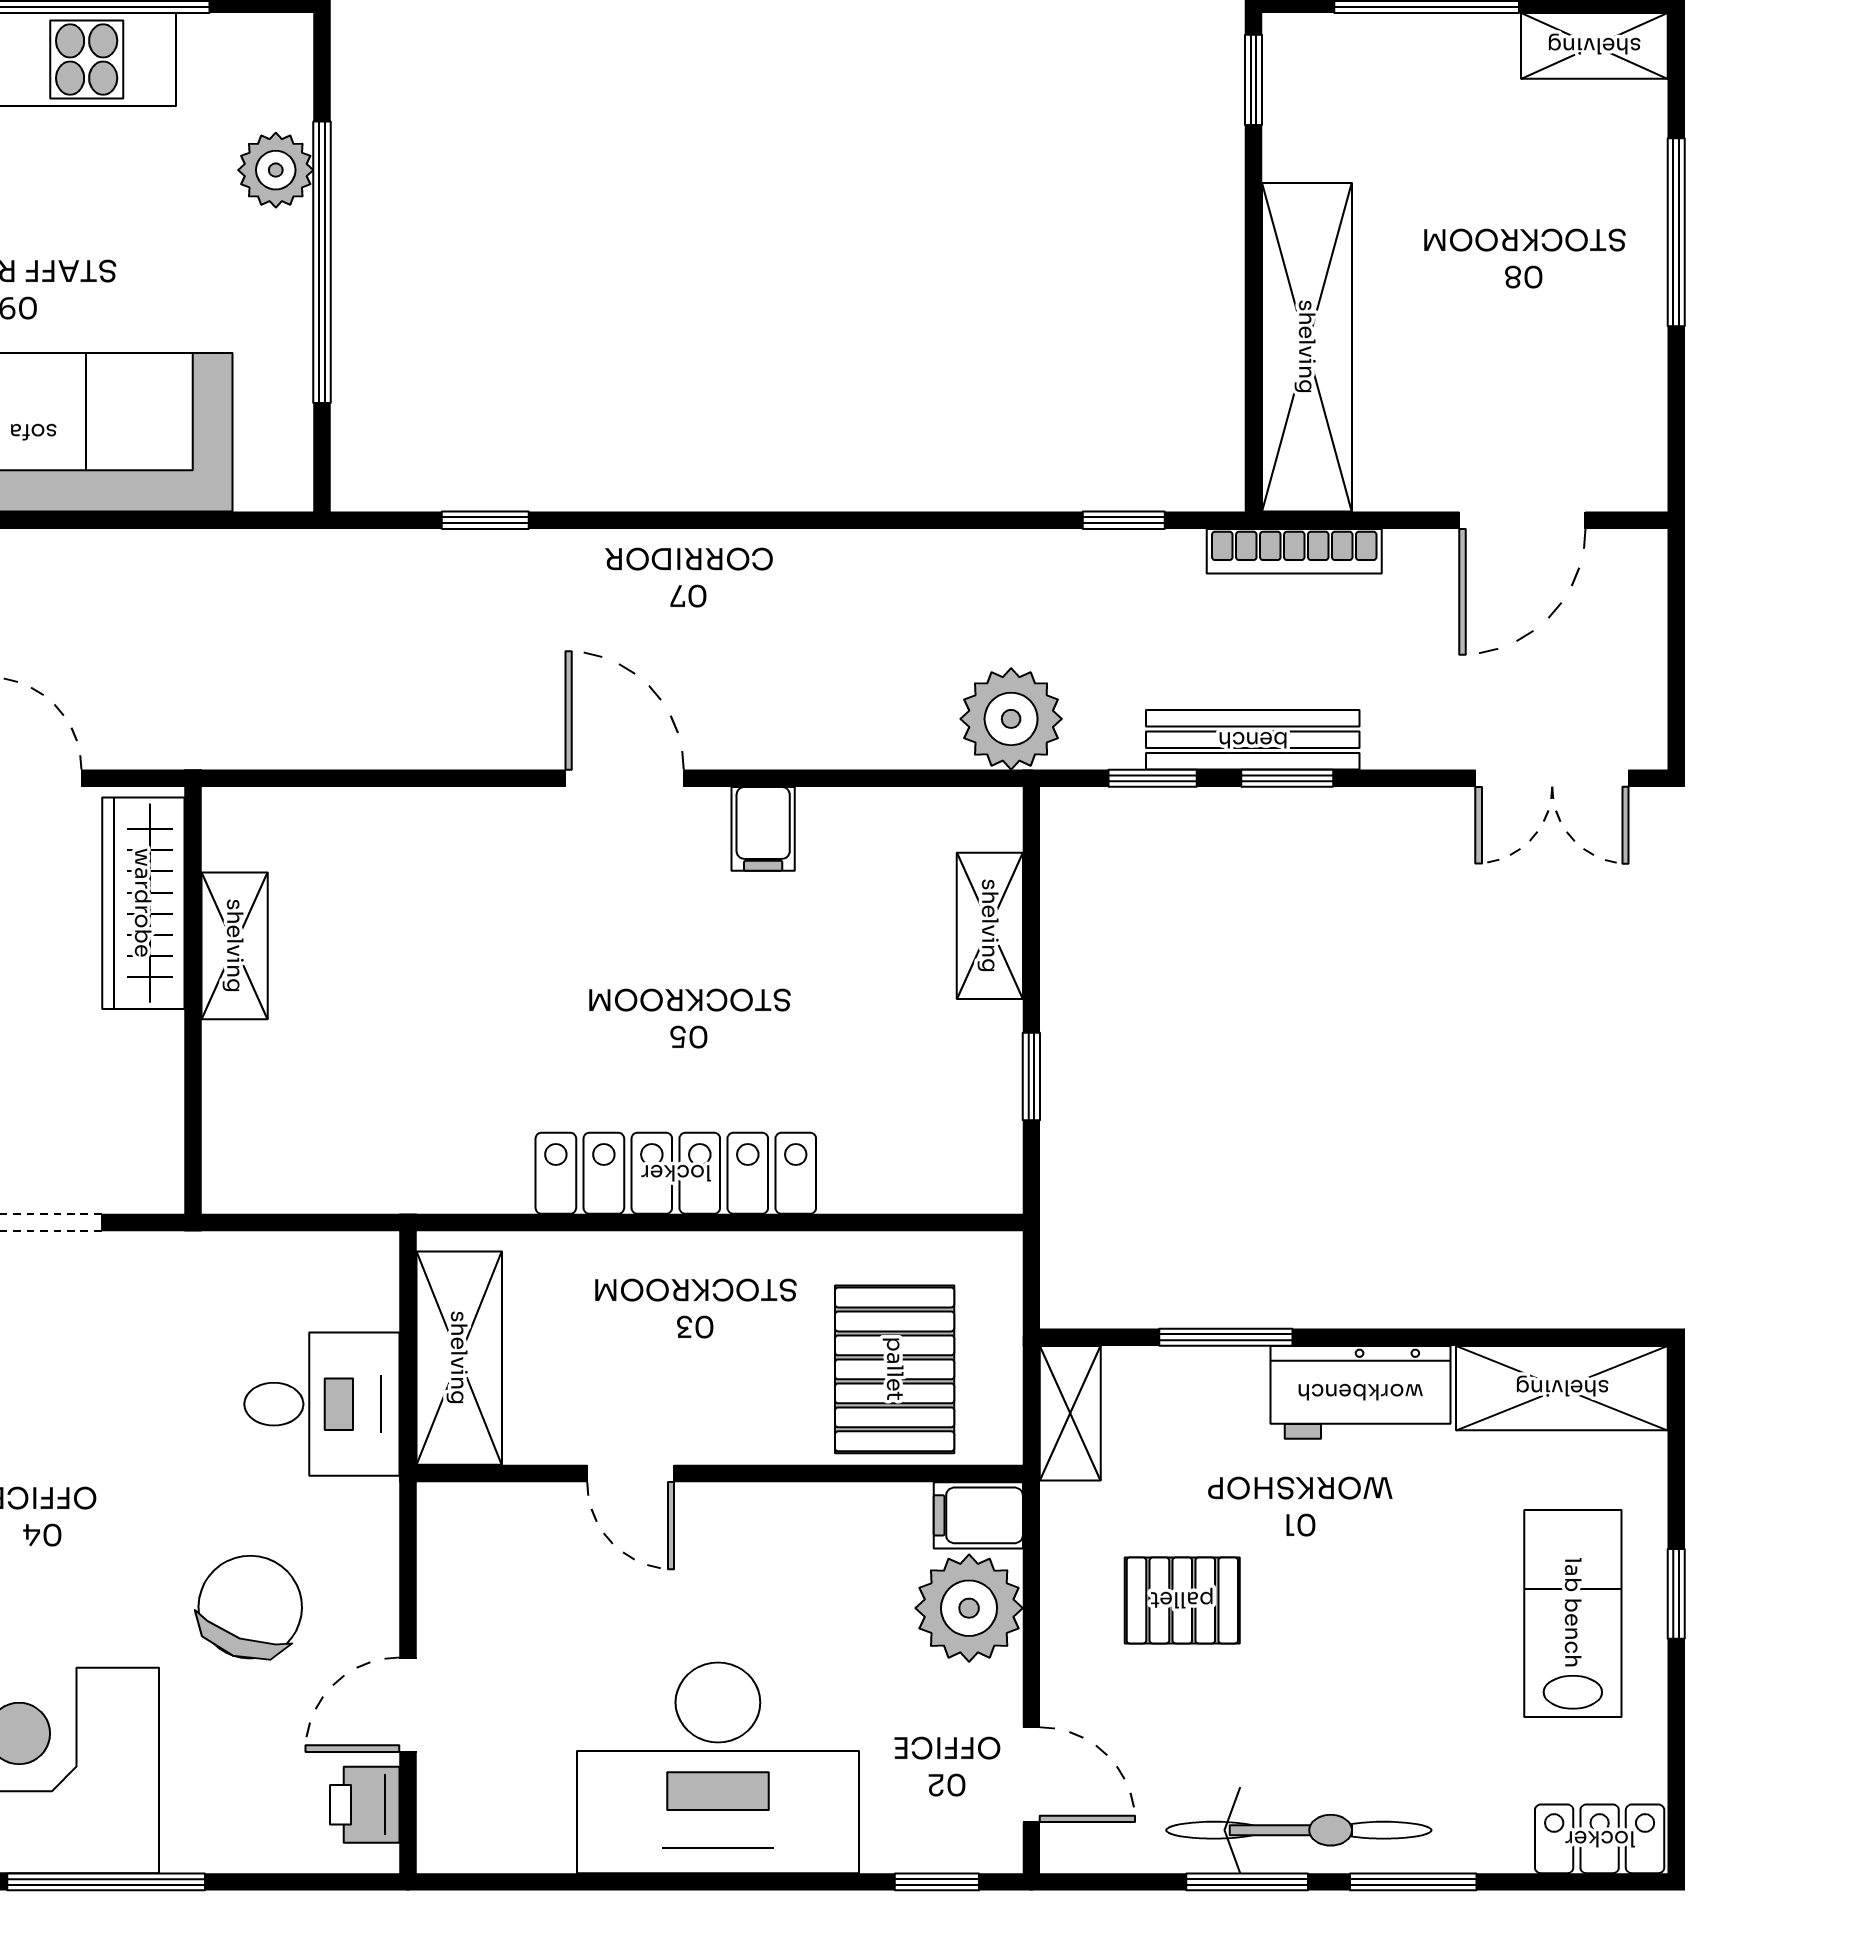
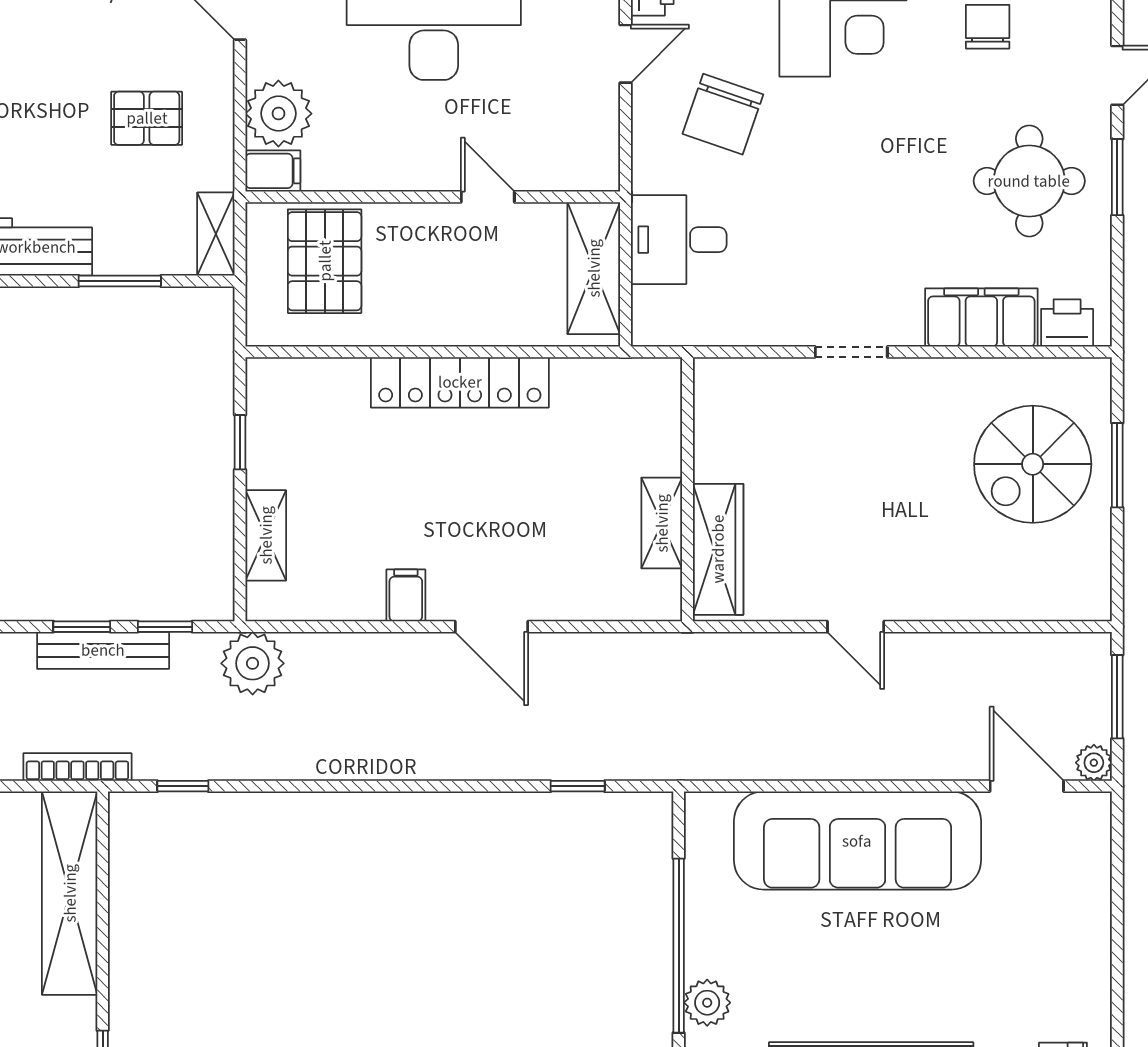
wardrobe: (143, 903) -> (718, 549), moved
shelving: (235, 946) -> (662, 523), moved
wall: (193, 1000) -> (687, 489), moved

